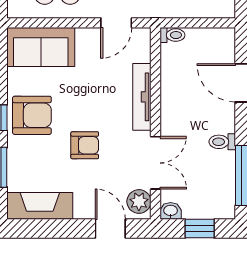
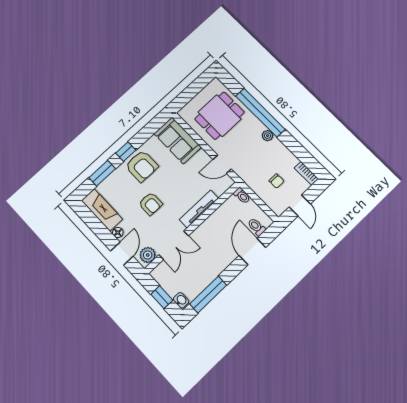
toilet: (222, 142) -> (256, 227), moved
floor lamp: (82, 211) -> (118, 232), added
washbasin: (171, 211) -> (181, 300), moved

